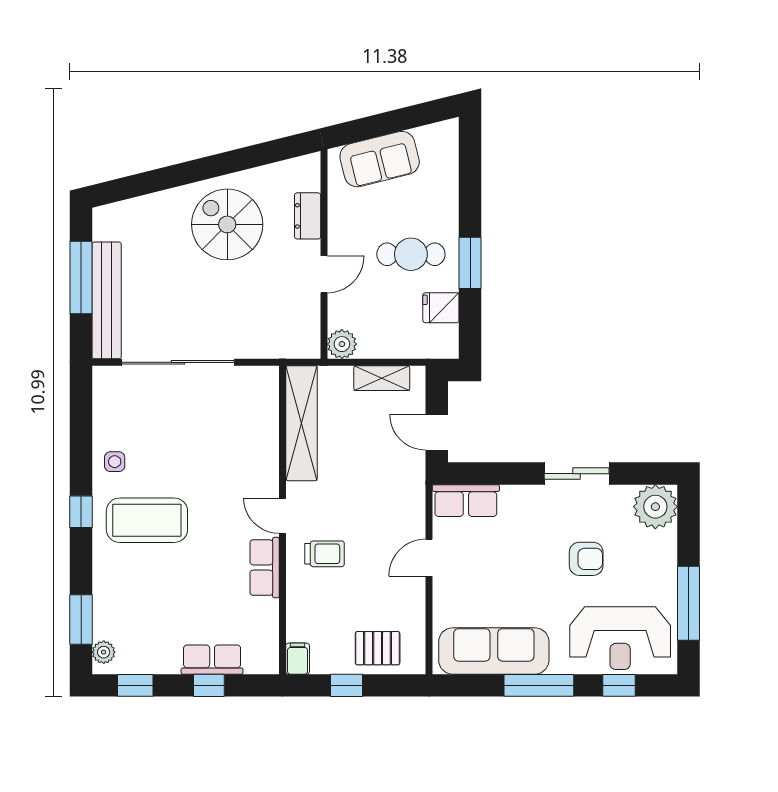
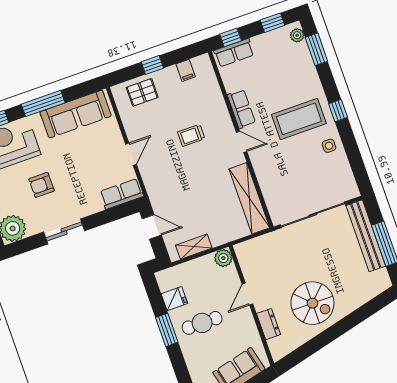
shelving: (301, 423) -> (249, 198), moved
door: (282, 516) -> (242, 142), moved
wall: (282, 520) -> (241, 140), moved
row of seats: (265, 568) -> (241, 109), moved

